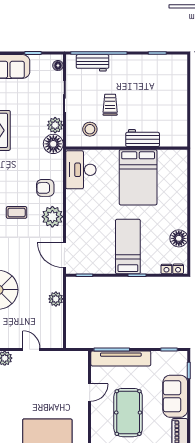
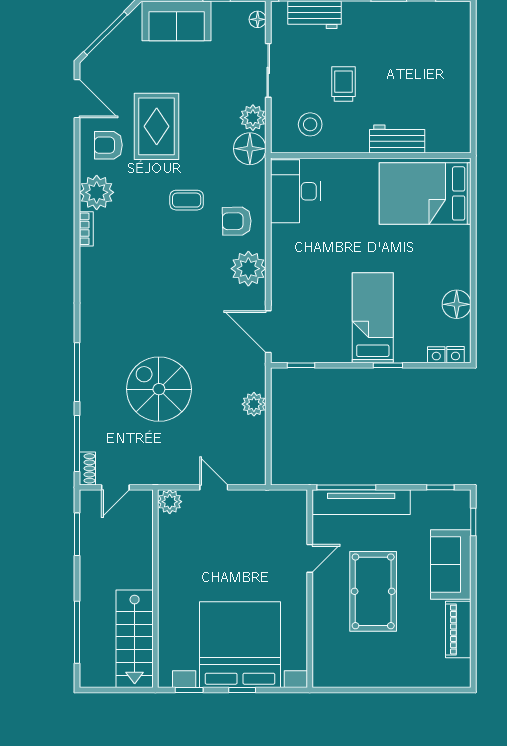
bed: (138, 177) -> (425, 193), moved, turned 90
coffee table: (17, 212) -> (187, 200), moved

